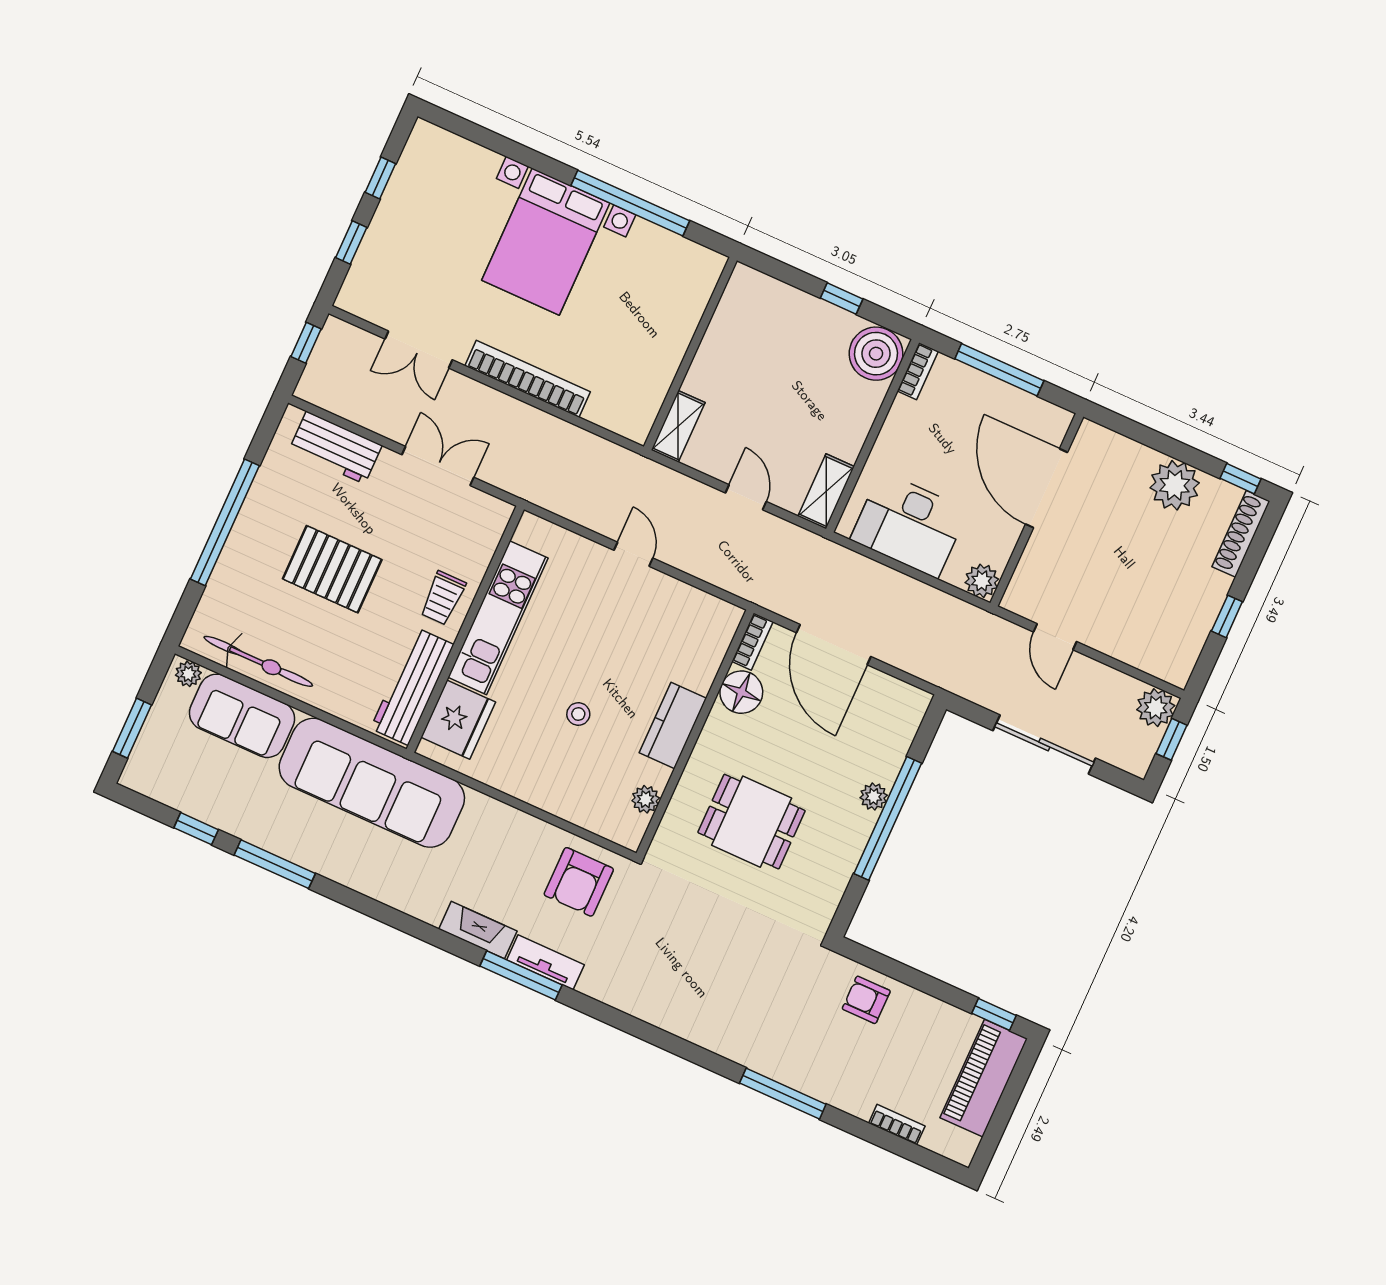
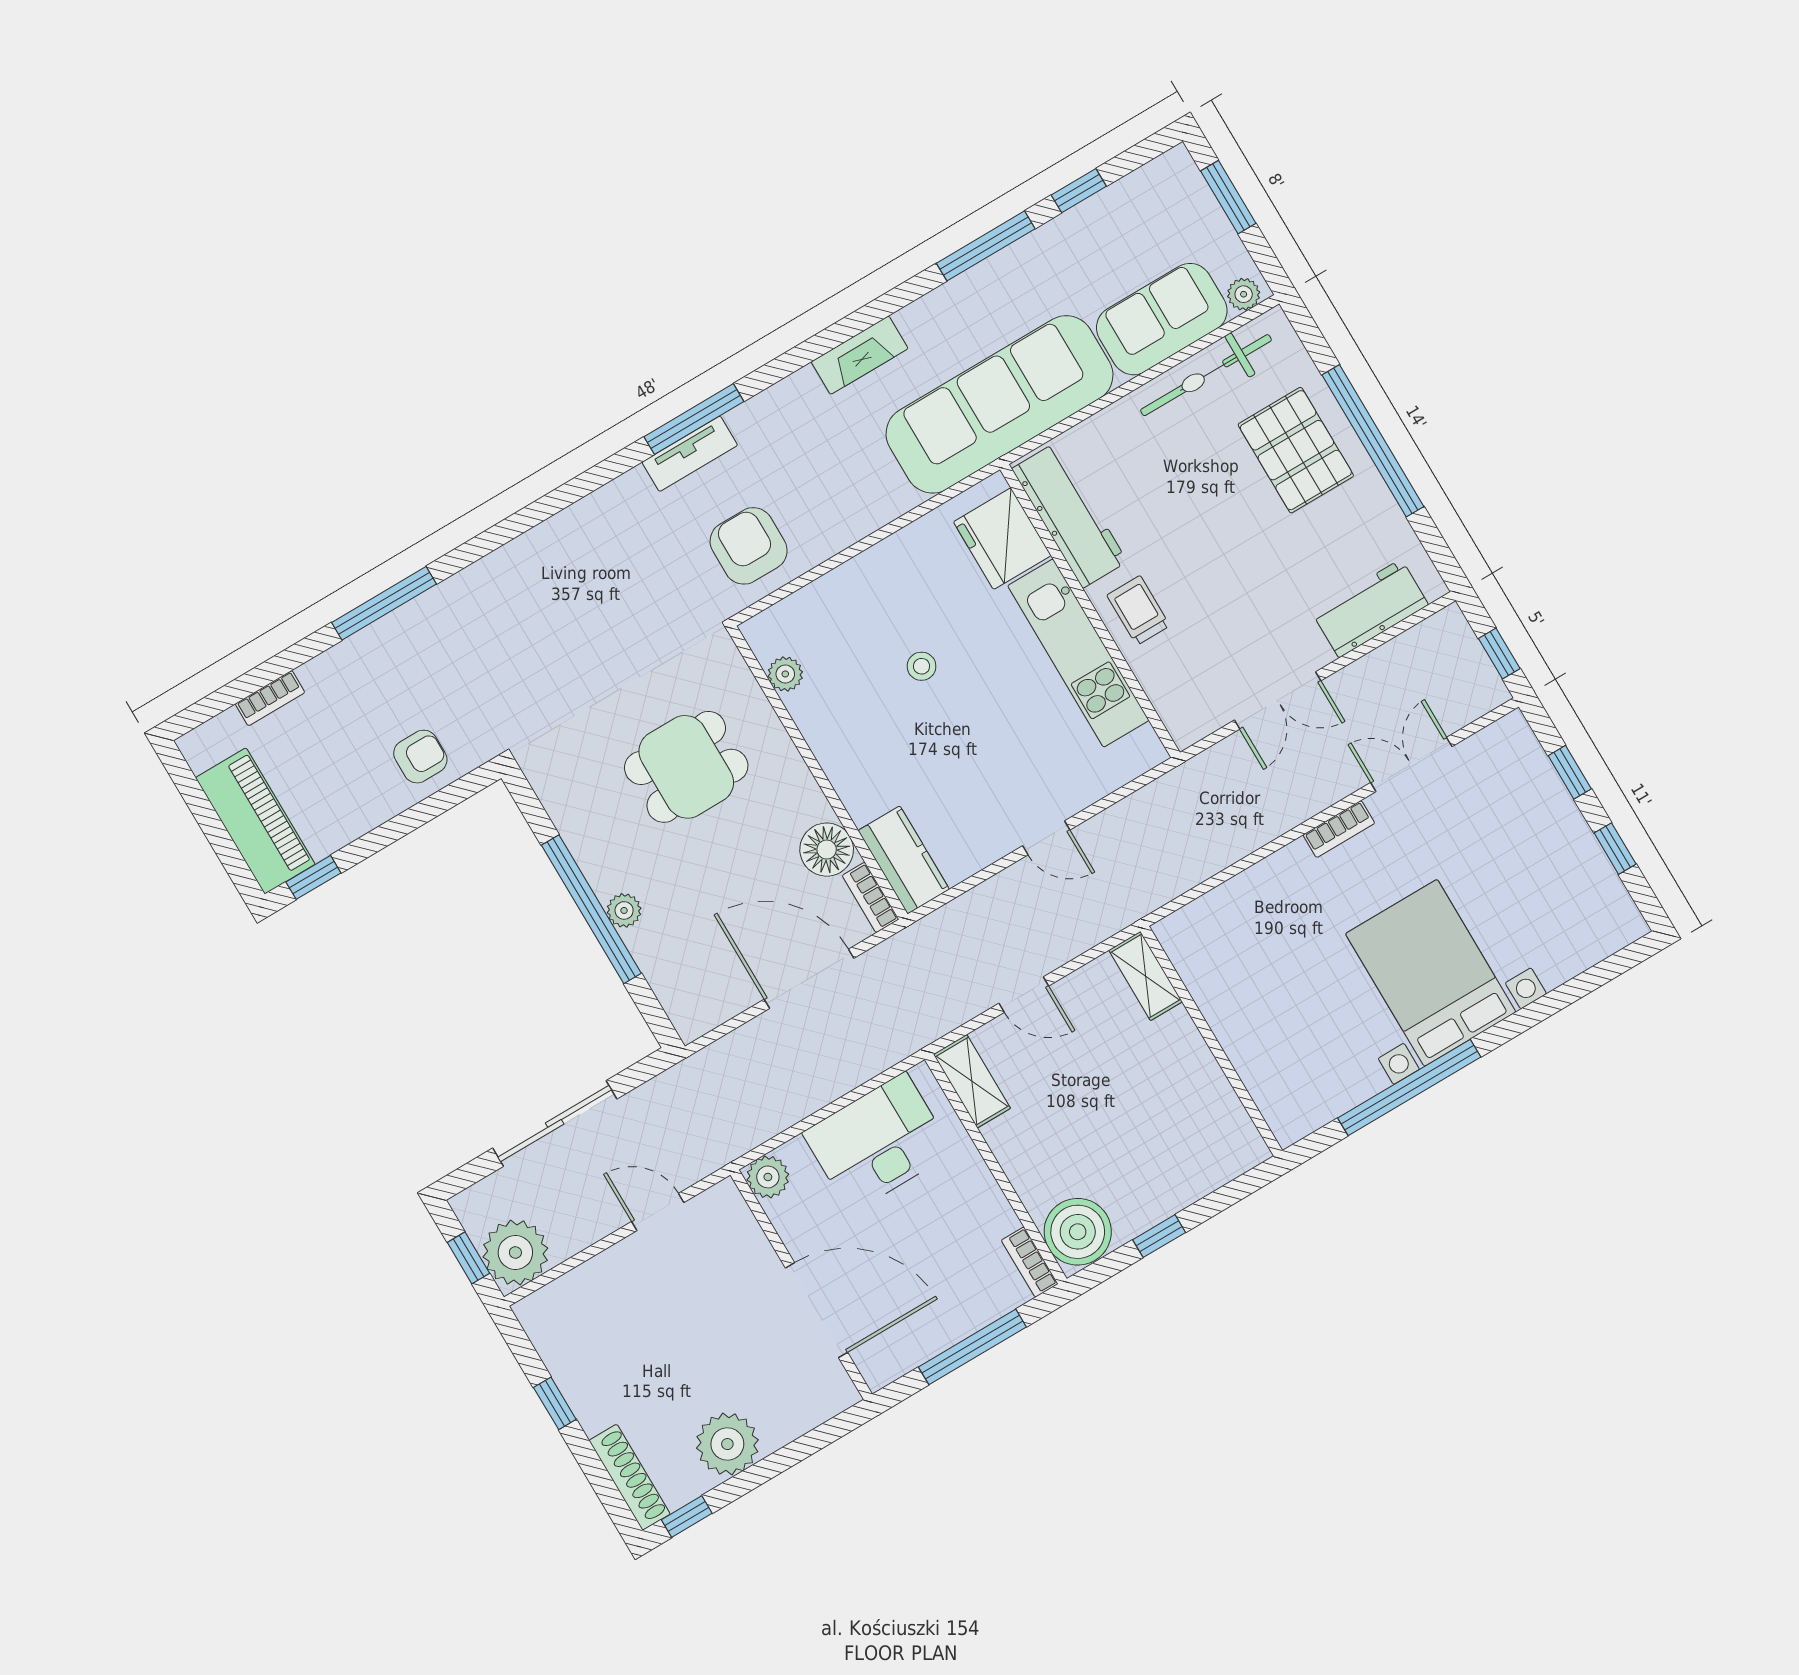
bookcase: (528, 379) -> (1339, 829), width x0.43, depth x0.76
pallet: (332, 569) -> (1296, 450), moved, turned 90
plant: (1156, 708) -> (515, 1253), width x1.36, depth x1.36
kitchen counter: (673, 726) -> (904, 860), moved
fireplace: (478, 930) -> (860, 355), moved

